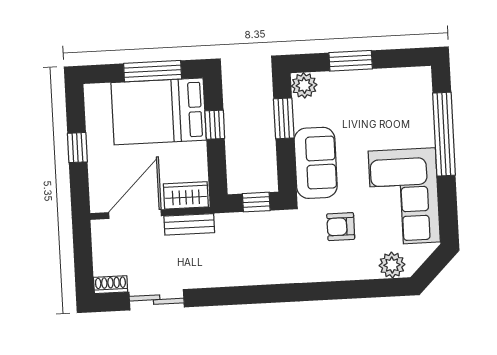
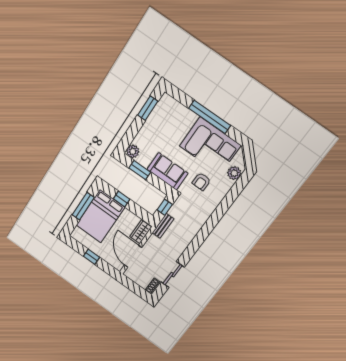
window: (351, 61) -> (148, 108), moved
window: (444, 134) -> (210, 117), moved
bench: (189, 224) -> (163, 226), moved

